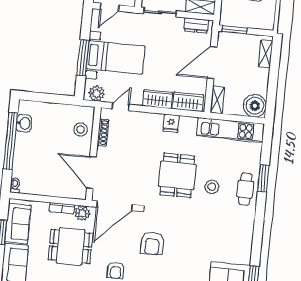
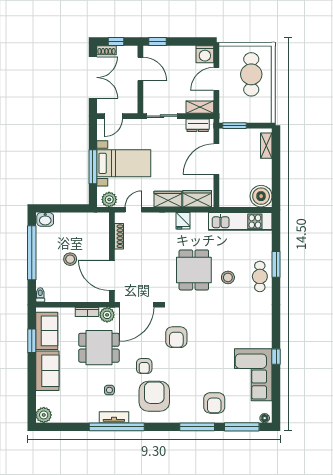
shelving: (217, 100) -> (225, 194), removed
washbasin: (24, 123) -> (45, 219), moved, turned 90
stool: (81, 130) -> (70, 259), moved

